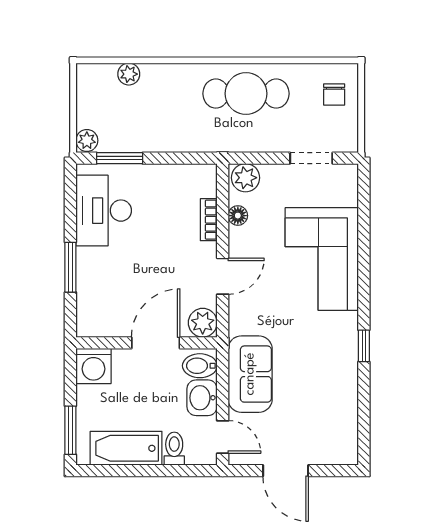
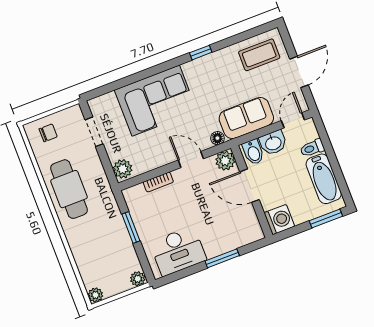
plant: (129, 74) -> (95, 295), moved
window: (120, 158) -> (131, 227), moved
floor lamp: (238, 216) -> (217, 138), moved
coffee table: (330, 425) -> (259, 55), added

